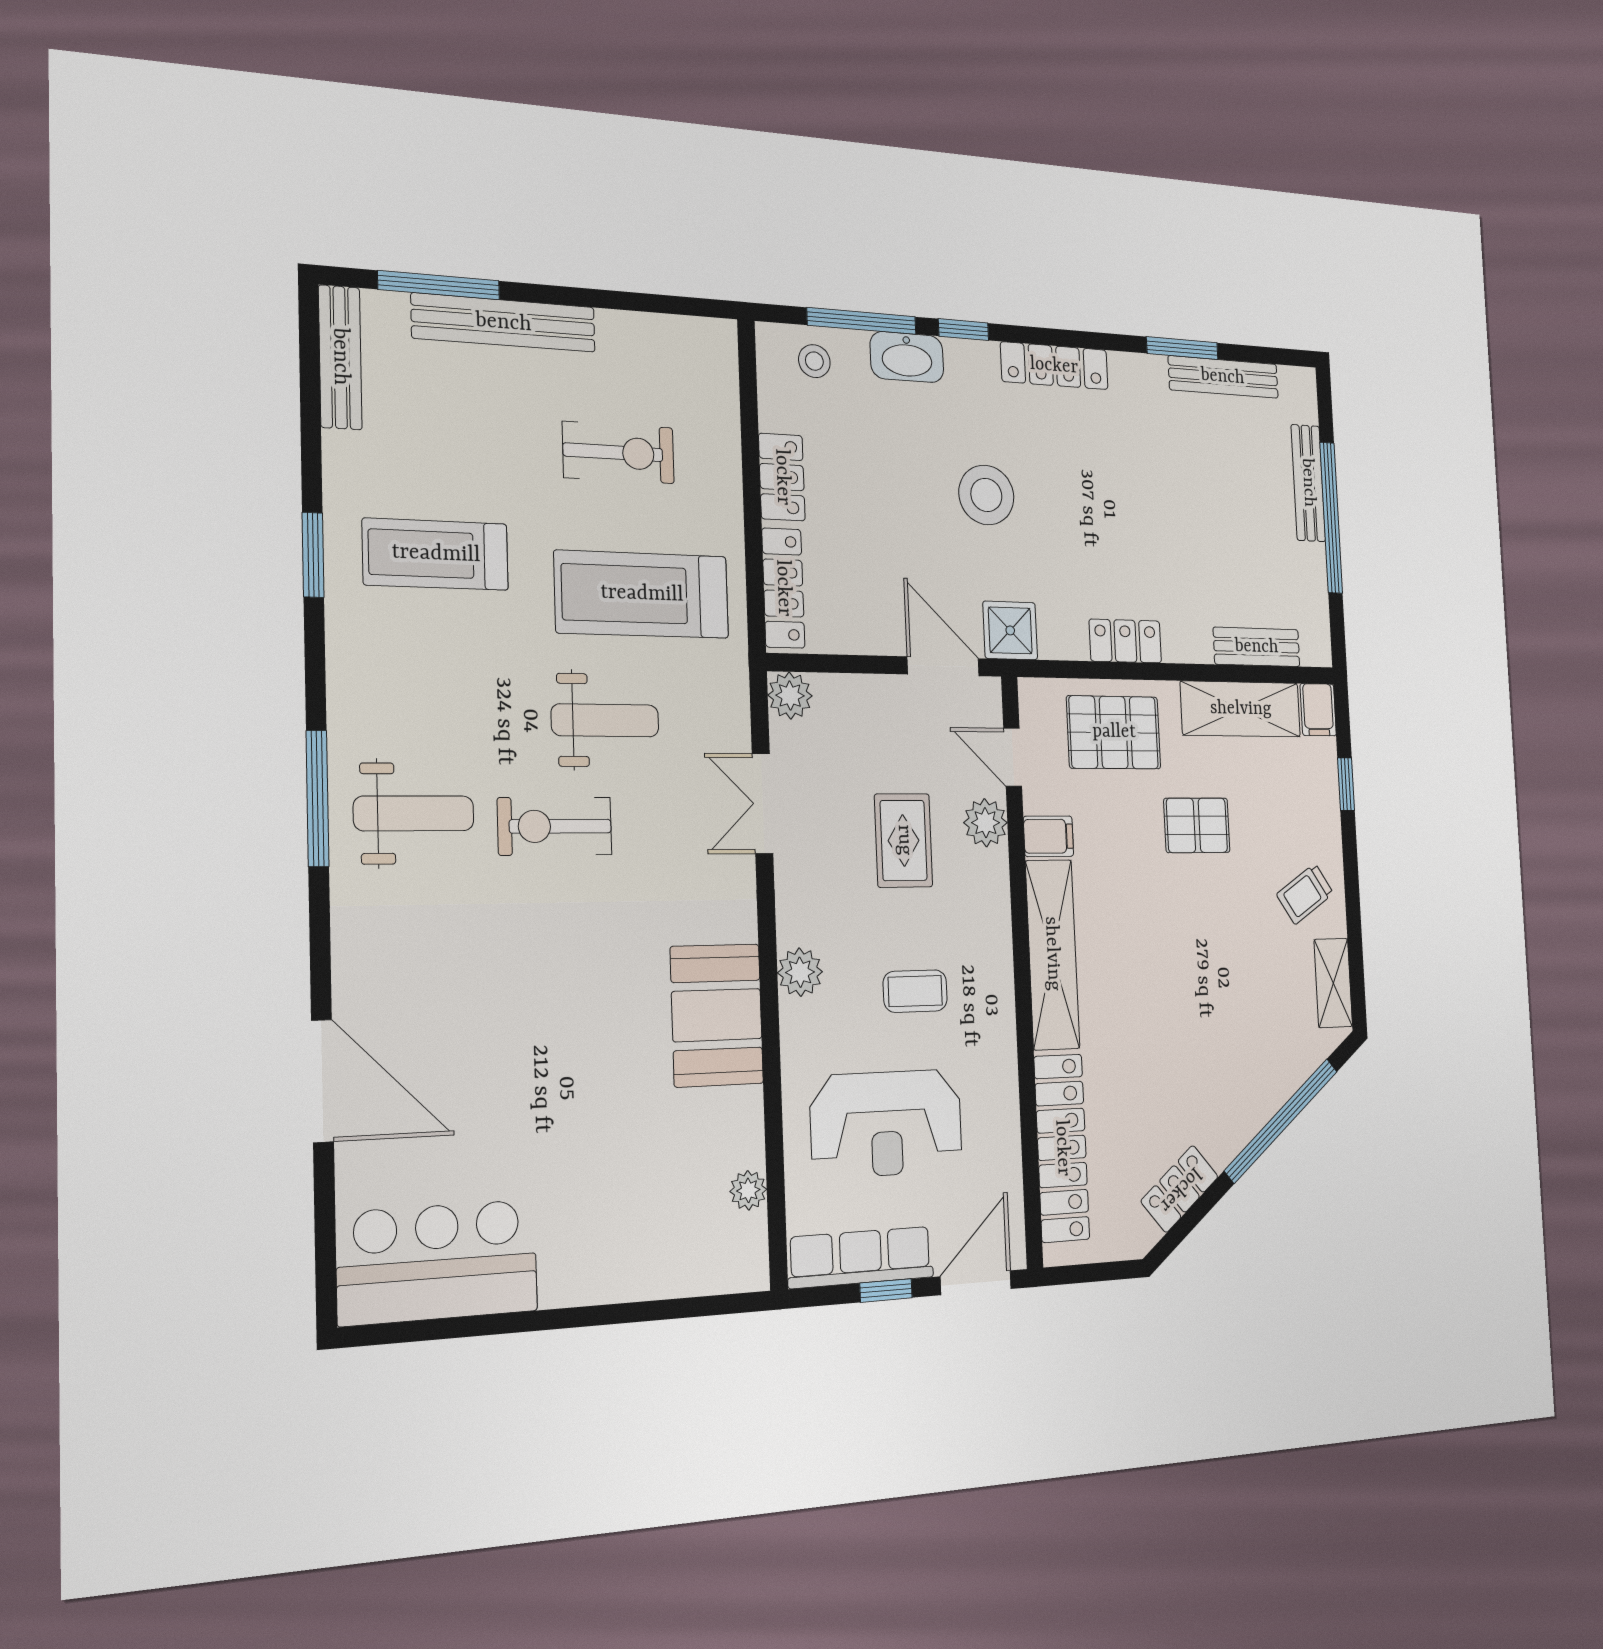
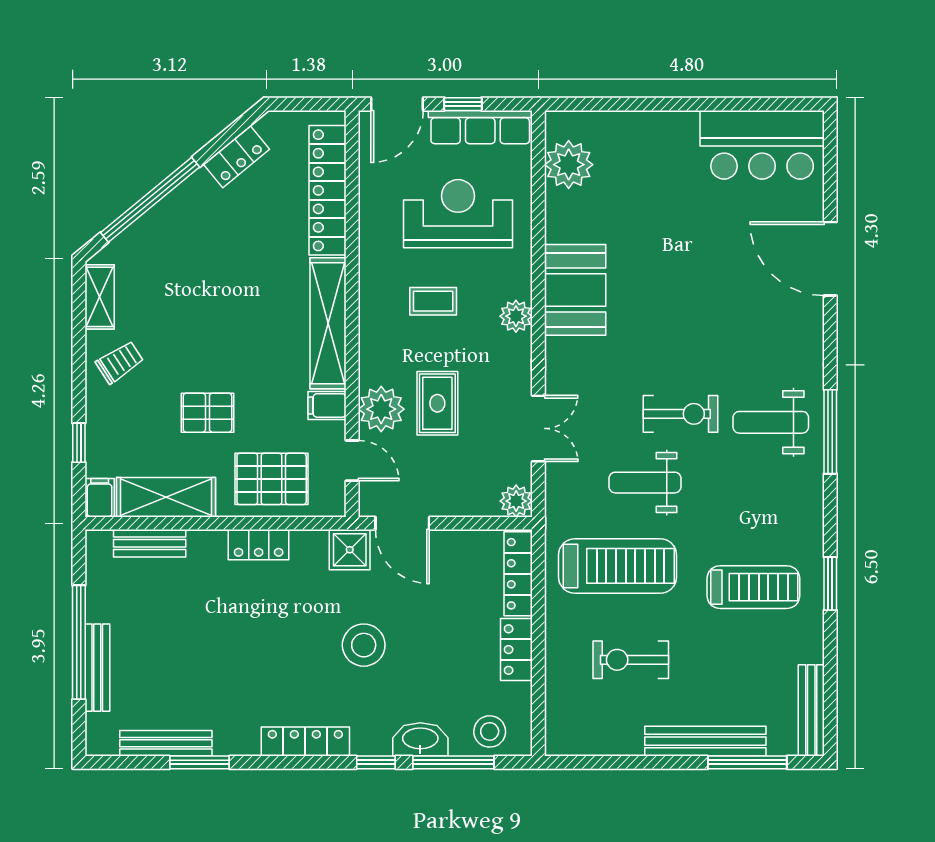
stool: (814, 361) -> (490, 731), width x1.37, depth x1.37
plant: (986, 823) -> (381, 409), width x1.36, depth x1.36
plant: (748, 1190) -> (569, 165), width x1.87, depth x1.87

